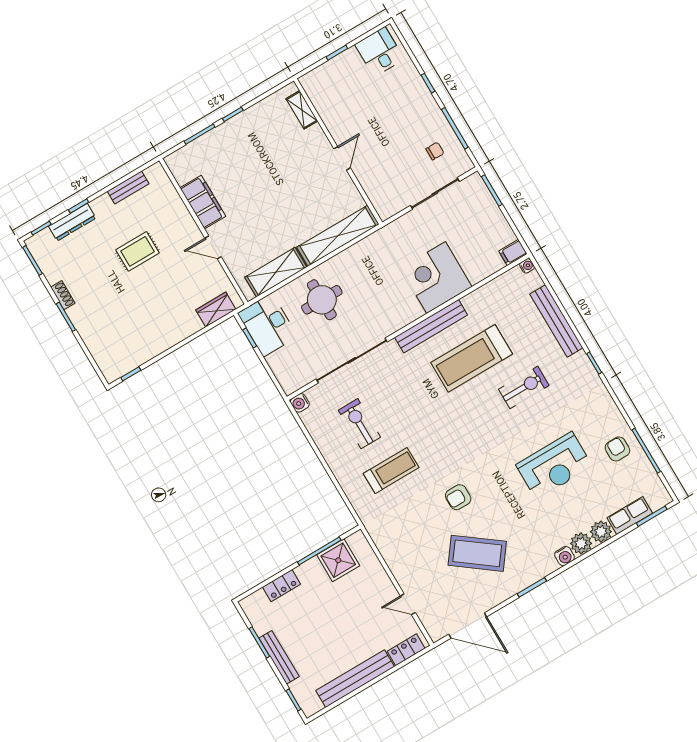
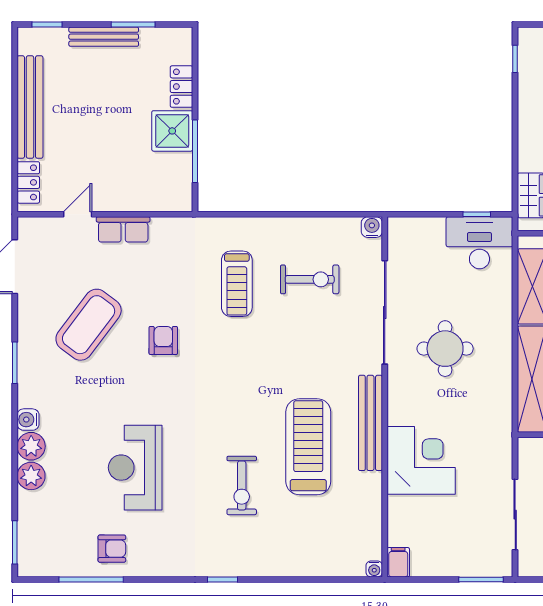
round table: (322, 300) -> (445, 349), moved
bench: (556, 321) -> (294, 565), removed
row of seats: (630, 516) -> (123, 229), moved, turned 90
shower: (338, 560) -> (172, 131), moved

